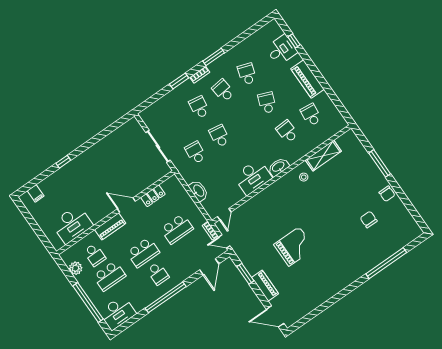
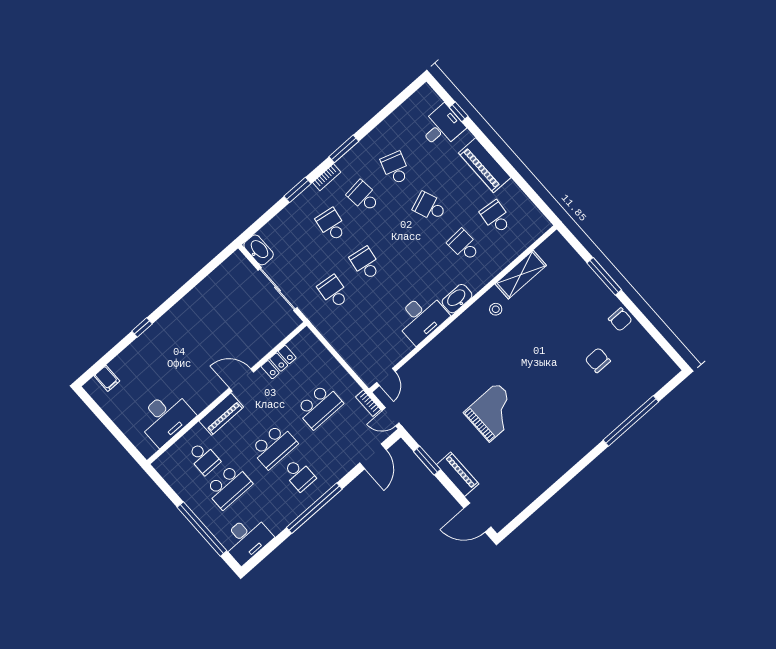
school desk: (267, 103) -> (430, 207), turned -42
washbasin: (199, 191) -> (259, 250), moved
plant: (76, 268) -> (178, 481), removed

